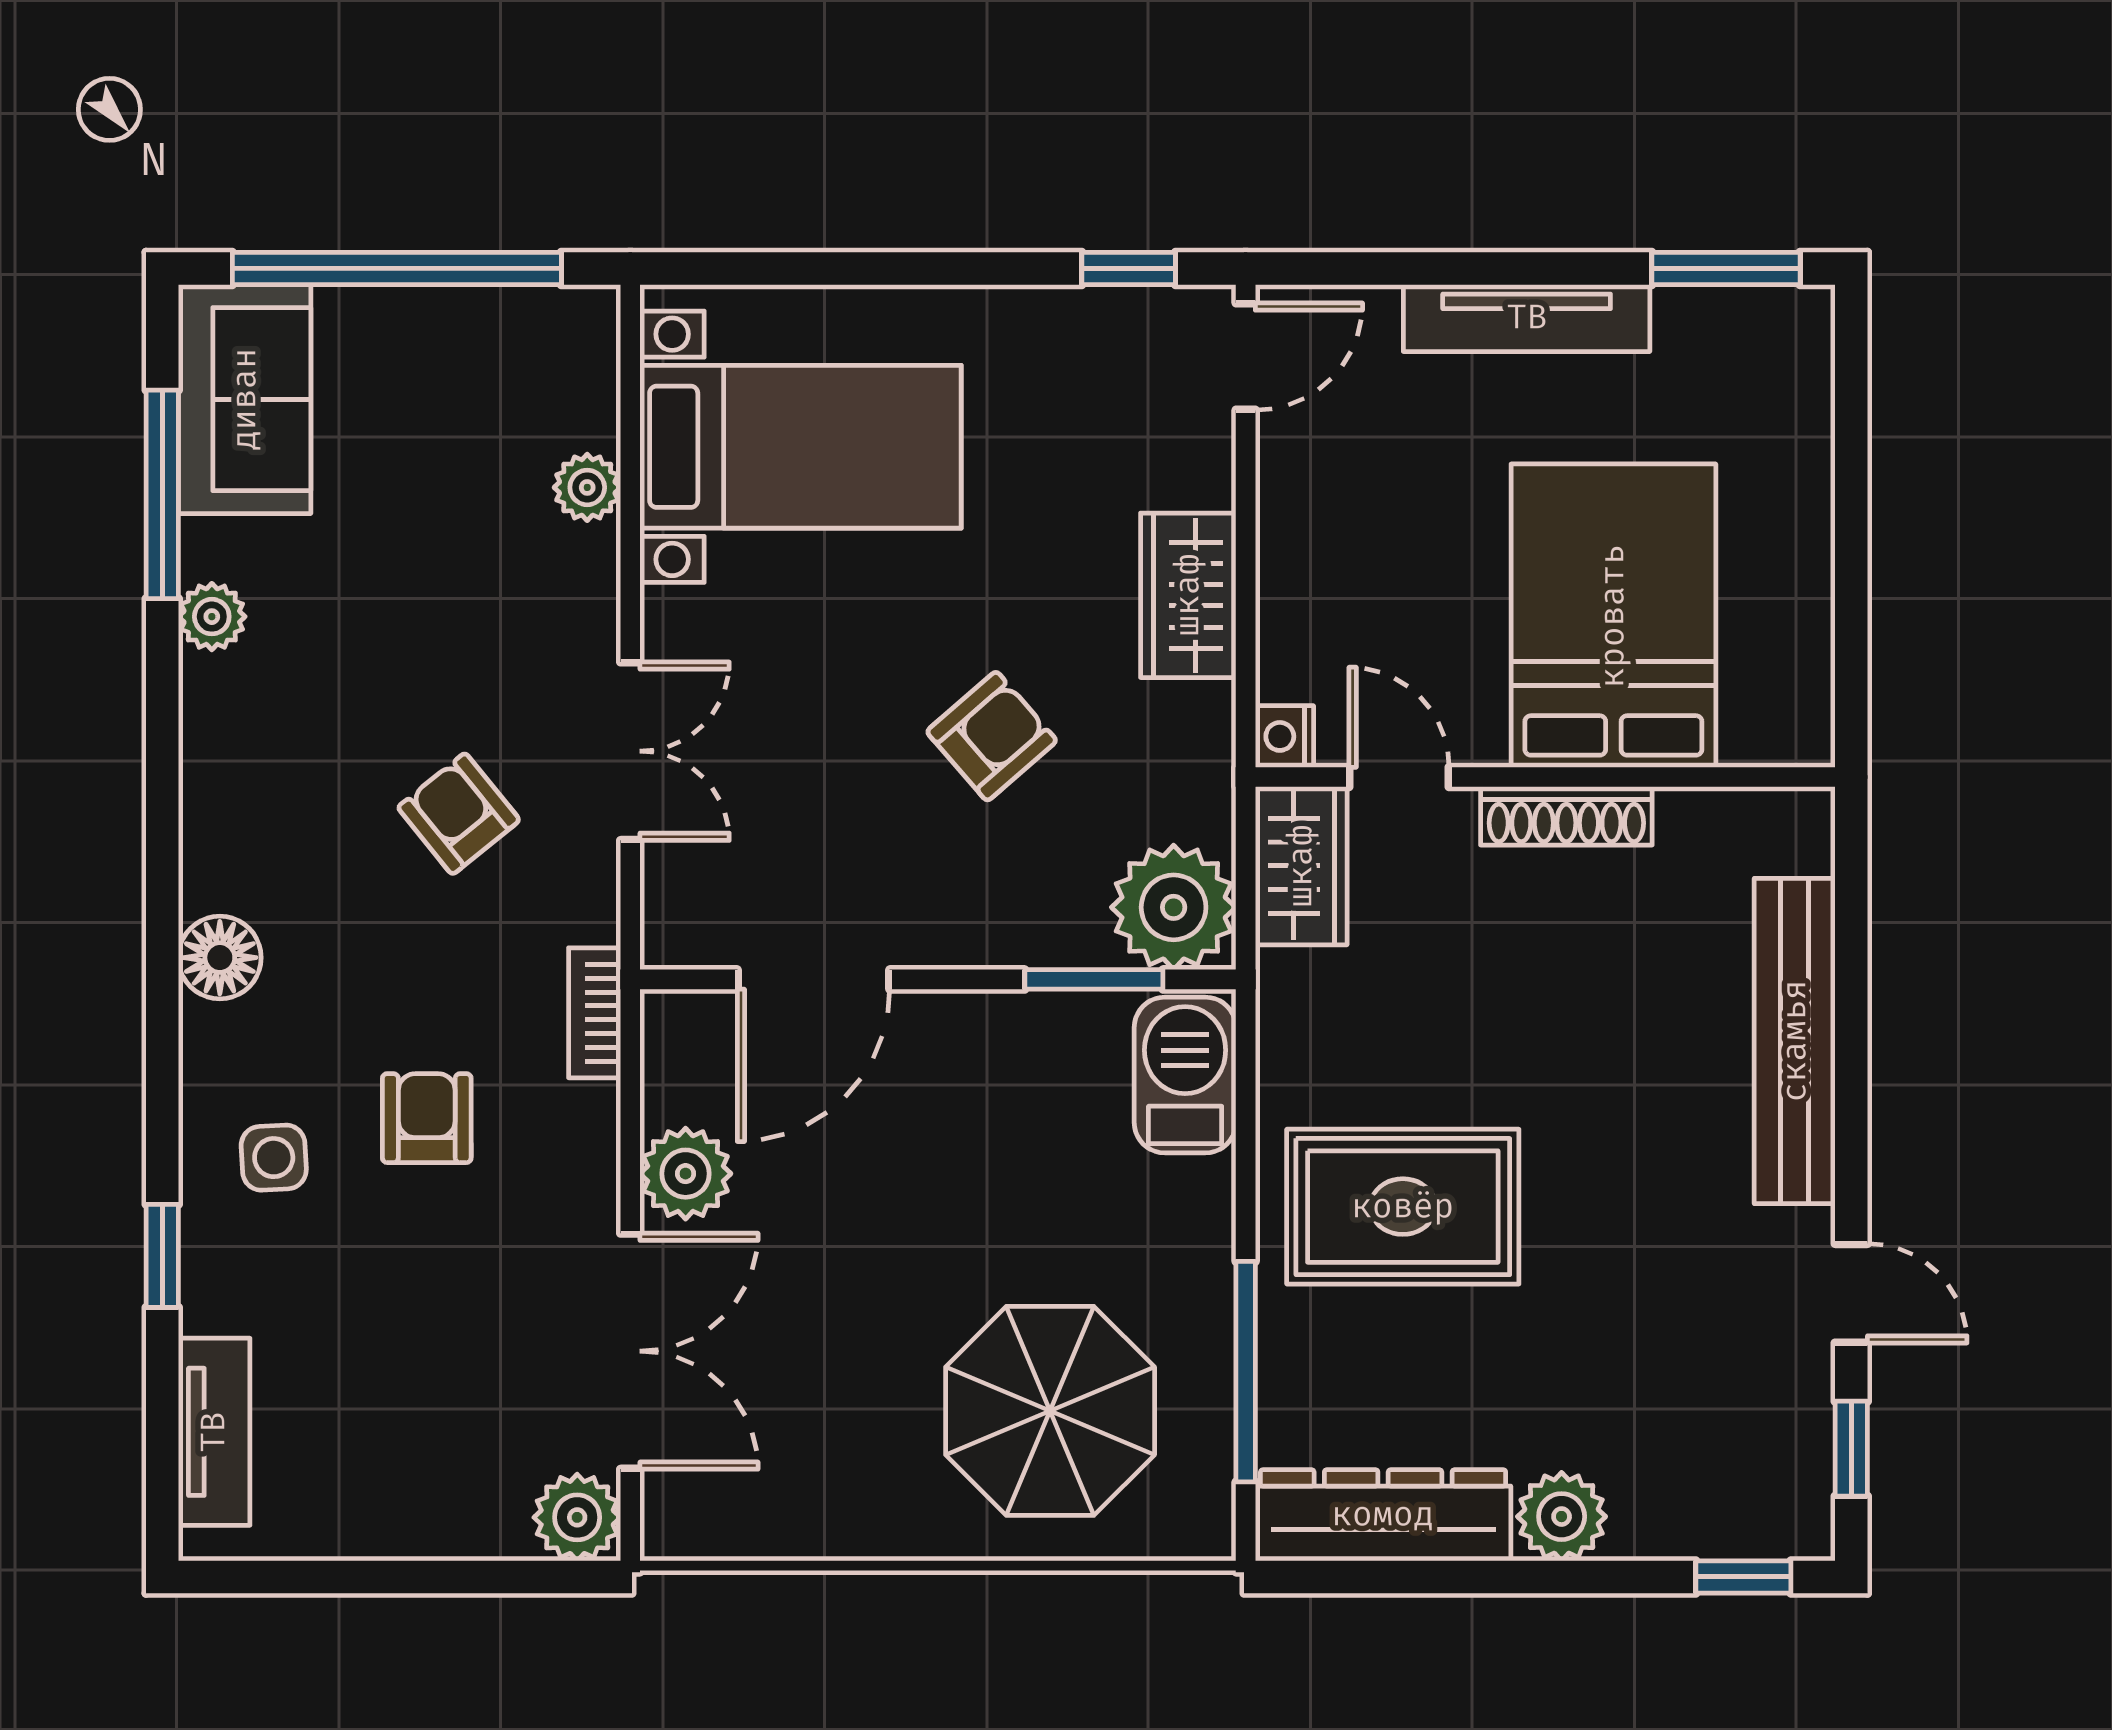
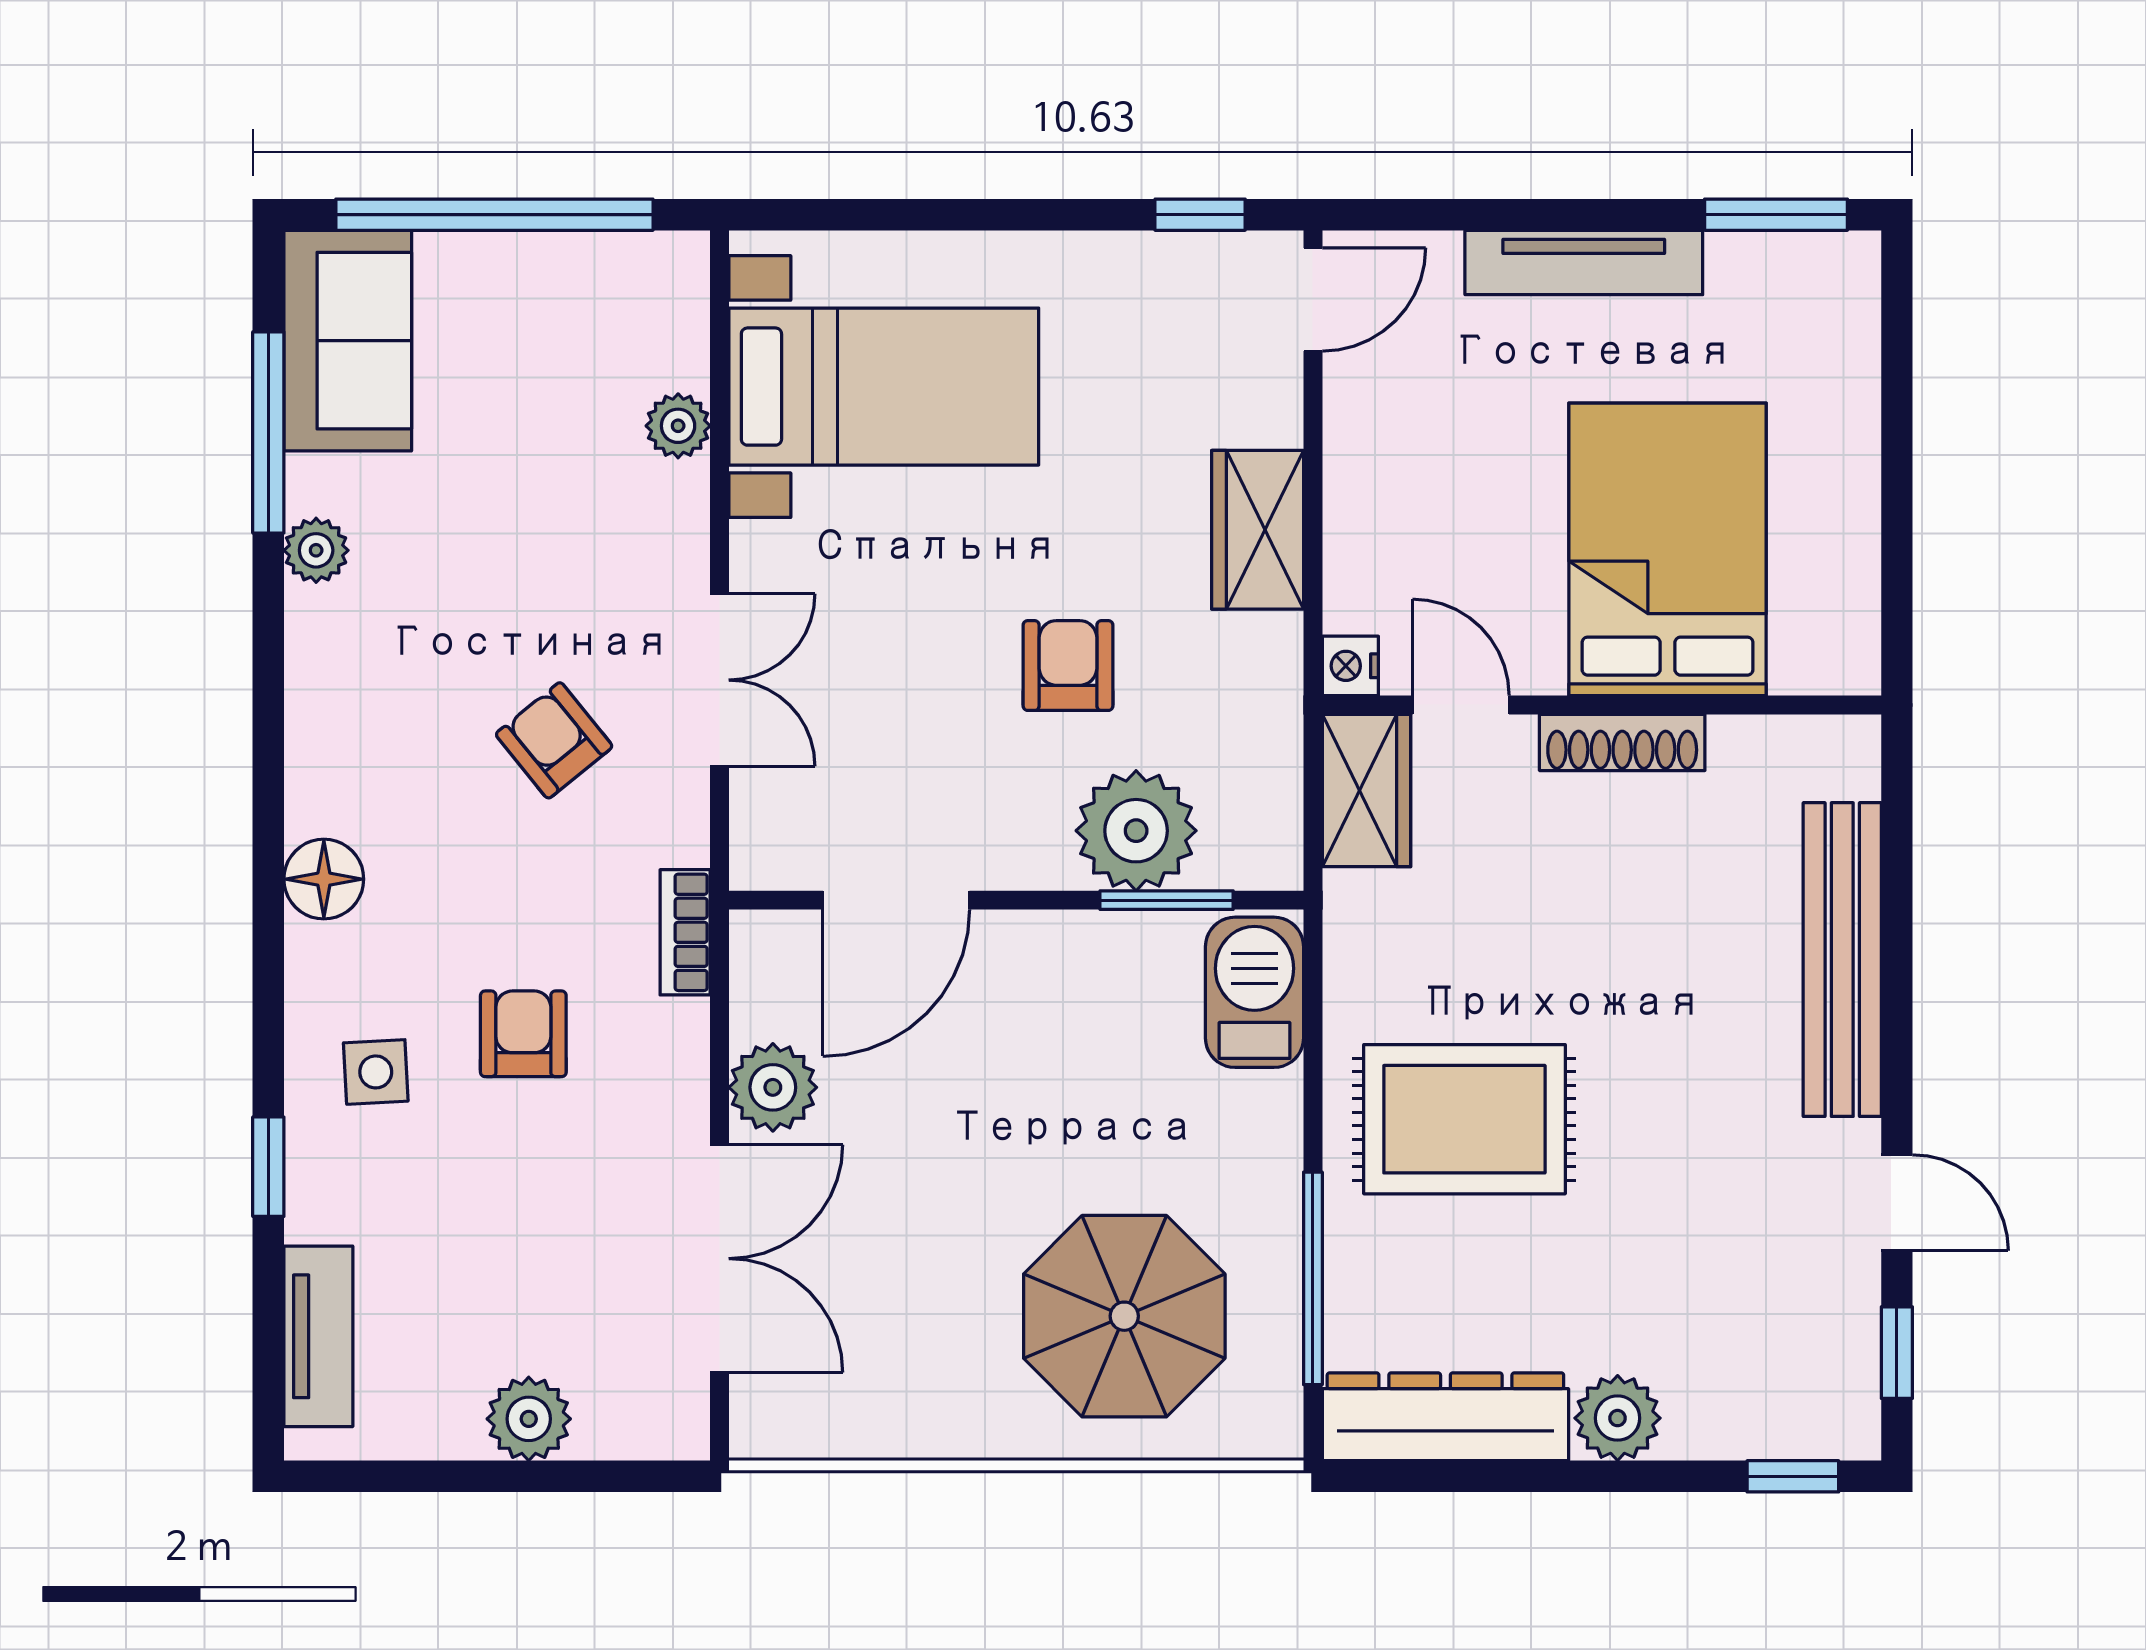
armchair: (992, 736) -> (1068, 666), turned -49
plant: (1174, 907) -> (1136, 831), moved
plant: (577, 1517) -> (529, 1419), moved

